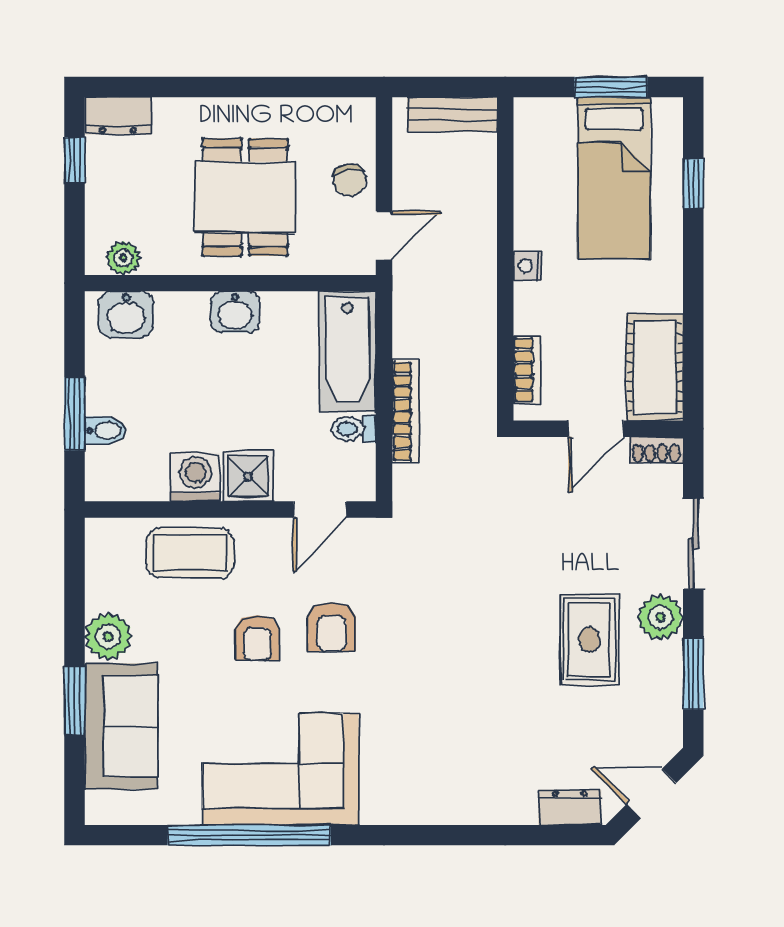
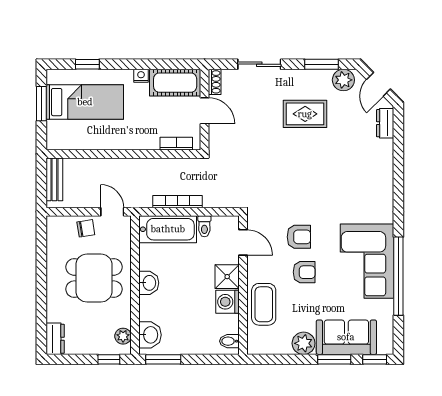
window: (75, 160) -> (109, 359), moved
nightstand: (527, 266) -> (141, 76), moved, turned 180
bookcase: (405, 411) -> (177, 202), moved
window: (75, 414) -> (163, 359), moved
bidet: (105, 431) -> (229, 341), moved, turned -90
plant: (660, 617) -> (343, 80), moved
window: (75, 785) -> (375, 359), added

